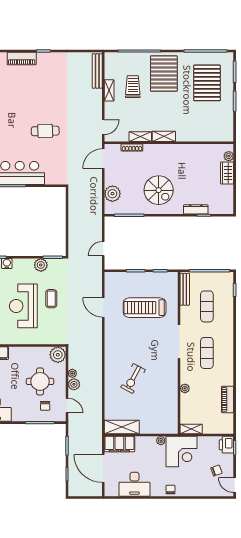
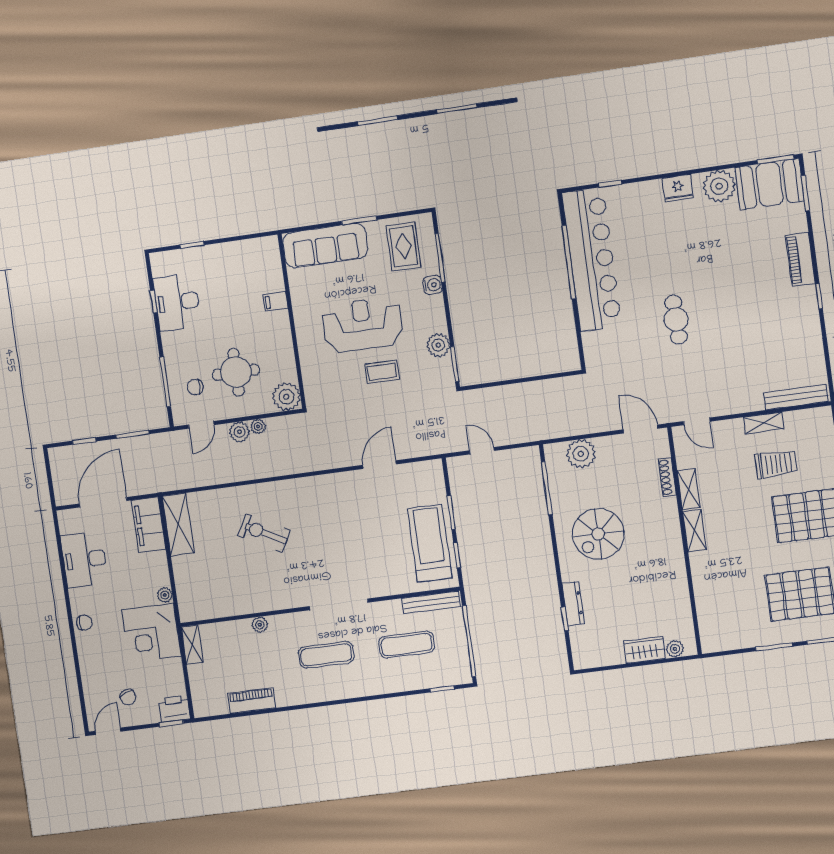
treadmill: (145, 308) -> (430, 543), moved

